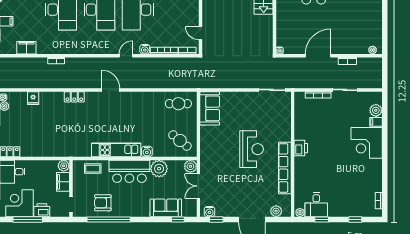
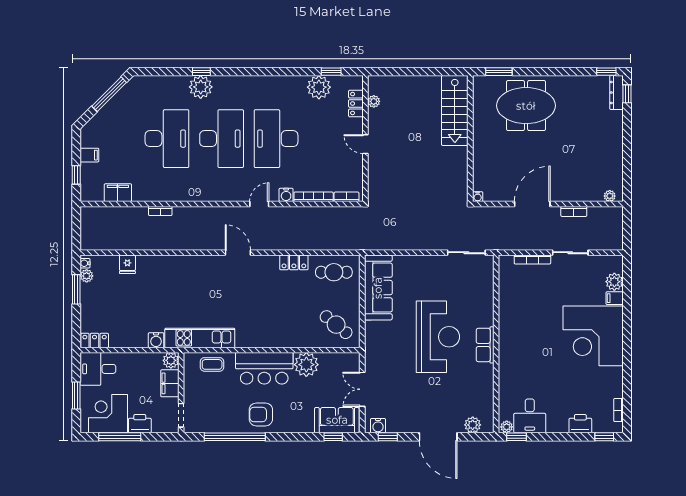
door: (201, 33) -> (365, 144), moved
locker: (74, 97) -> (294, 262), moved
sofa: (210, 108) -> (378, 288), width x1.36
corner desk: (367, 143) -> (593, 336), width x1.36, depth x1.36
printer: (301, 148) -> (580, 424), moved, turned -90
reception desk: (252, 149) -> (438, 337), width x1.36, depth x1.30
kitchen unit: (116, 150) -> (200, 338), moved
water cooler: (147, 151) -> (156, 340), moved
plant: (190, 166) -> (351, 361), removed
row of seats: (285, 168) -> (485, 345), width x0.50
armchair: (103, 203) -> (261, 414), moved
sofa: (166, 208) -> (337, 420), moved
window: (322, 219) -> (516, 437), moved
window: (355, 219) -> (604, 437), moved

